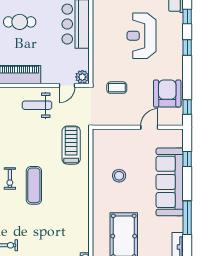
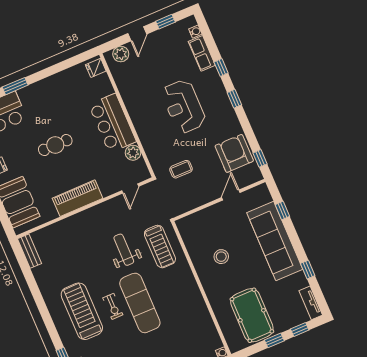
plant: (82, 77) -> (133, 153), moved
weight bench: (37, 105) -> (124, 250), moved, turned 90
treadmill: (71, 145) -> (160, 246), turned 180
exercise mat: (34, 185) -> (140, 303), width x1.36, depth x1.45
window: (187, 218) -> (308, 270), width x0.46

